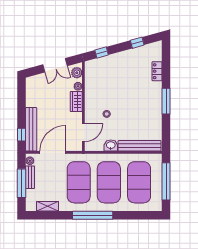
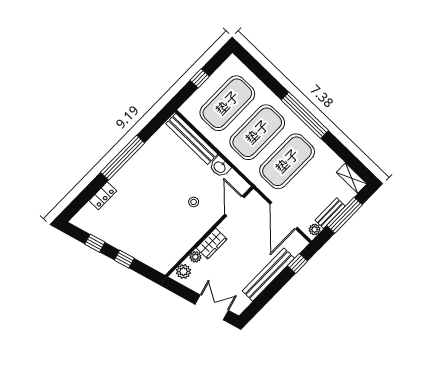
window: (102, 53) -> (124, 259), moved
double door: (55, 65) -> (212, 307), moved
window: (166, 101) -> (123, 158), width x1.46
bench: (31, 129) -> (268, 275), moved
door: (83, 133) -> (235, 206), hinge flipped
door: (53, 152) -> (284, 216), hinge flipped
window: (166, 181) -> (200, 78), width x0.32
shelving: (47, 206) -> (352, 178), moved

